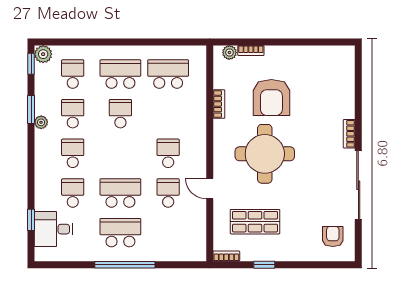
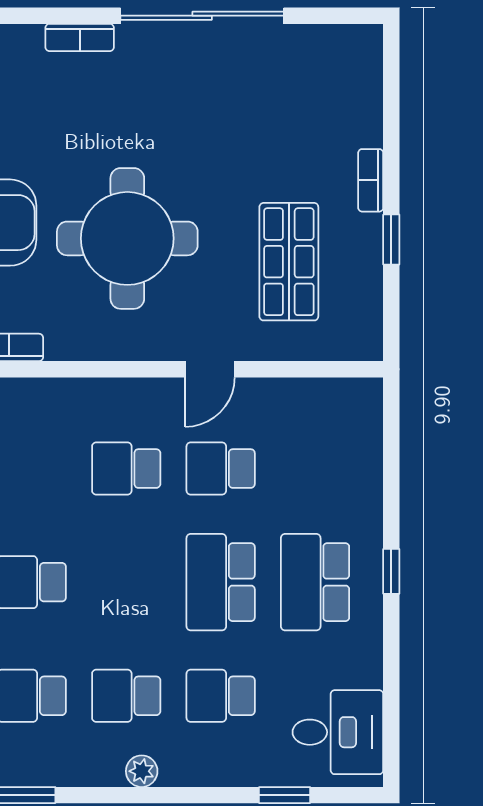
plant: (41, 122) -> (142, 771), moved
desk: (53, 229) -> (338, 732), moved, turned -90
armchair: (333, 236) -> (324, 76), removed
bookcase: (226, 256) -> (371, 180), moved
window: (125, 265) -> (391, 571), width x0.32

